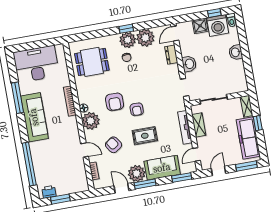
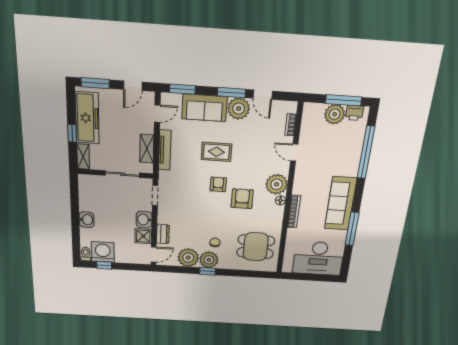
shower: (200, 26) -> (143, 236), moved
armchair: (114, 145) -> (257, 150), removed
plant: (63, 187) -> (335, 114), added
window: (60, 199) -> (343, 100), width x1.44

